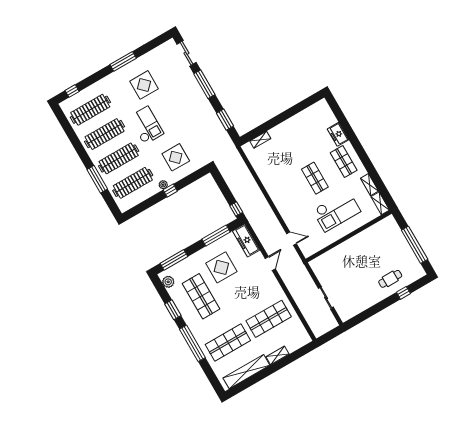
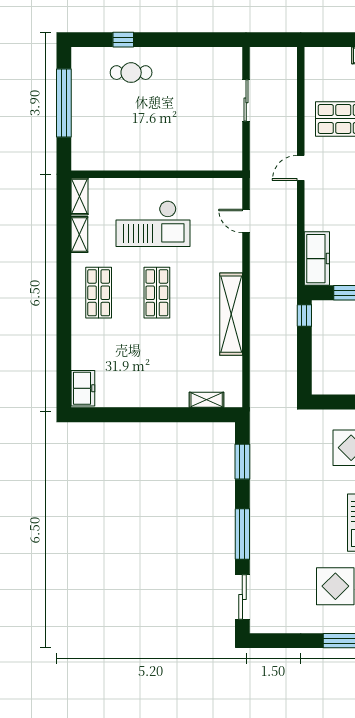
freezer: (338, 134) -> (83, 388), moved
shelving: (272, 189) -> (231, 314), added
checkout: (337, 211) -> (153, 224), turned 180
door: (270, 264) -> (301, 168), moved

